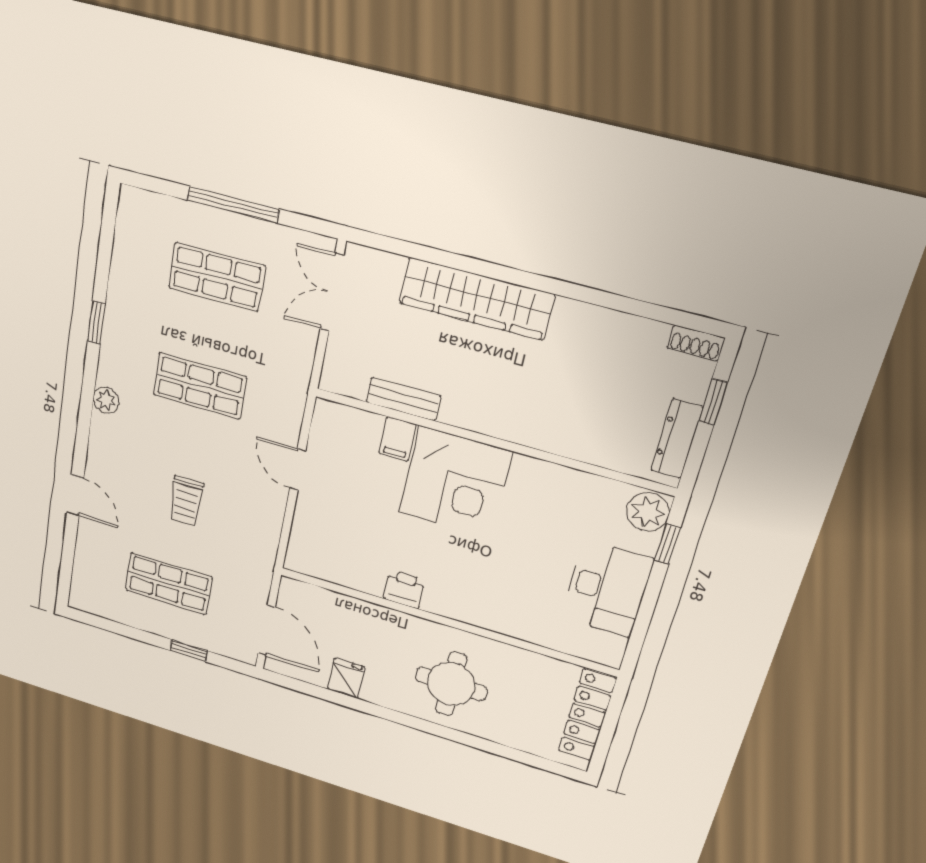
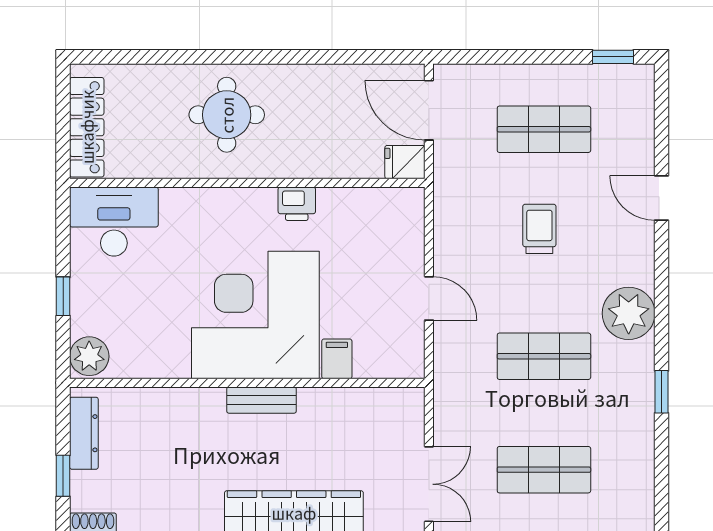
bench: (403, 399) -> (262, 400), moved
plant: (106, 400) -> (629, 313), width x1.87, depth x1.87
corner desk: (455, 482) -> (255, 315), width x1.36, depth x1.36
window: (667, 544) -> (63, 296), moved
desk: (607, 589) -> (114, 222), moved, turned 90
window: (189, 651) -> (613, 57), moved
fridge: (346, 678) -> (405, 162), moved, turned 90

